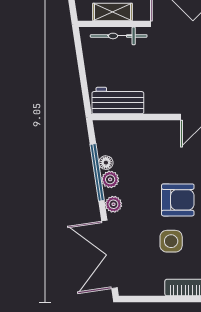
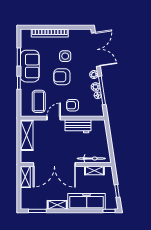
workbench: (118, 101) -> (78, 126), moved
armchair: (156, 143) -> (73, 105), added

